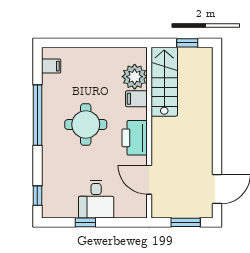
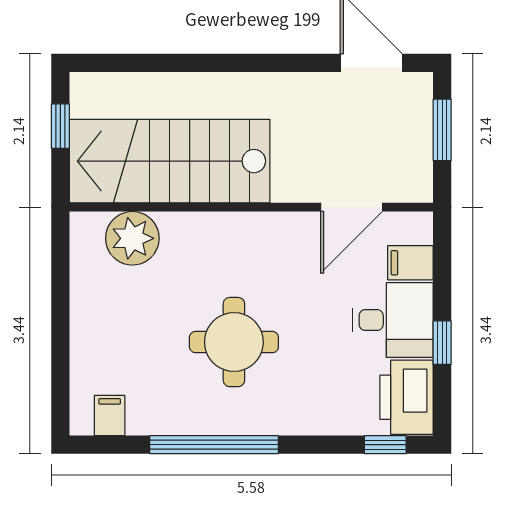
stairs: (164, 82) -> (170, 161), width x1.36, depth x1.51
filing cabinet: (136, 99) -> (410, 263), moved, turned 90
printer: (135, 138) -> (407, 397), moved, turned 90

